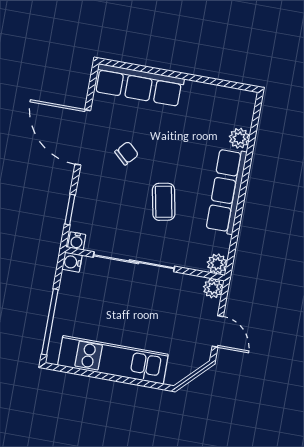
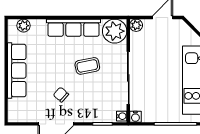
row of seats: (139, 85) -> (17, 71), moved
plant: (239, 138) -> (24, 26), moved
plant: (217, 264) -> (115, 31), width x1.88, depth x1.88

